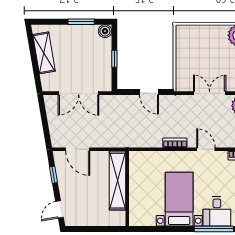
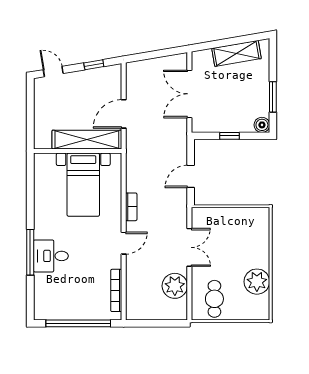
door: (78, 149) -> (124, 114), moved
bed with nightstands: (179, 199) -> (83, 185), moved, turned 90

